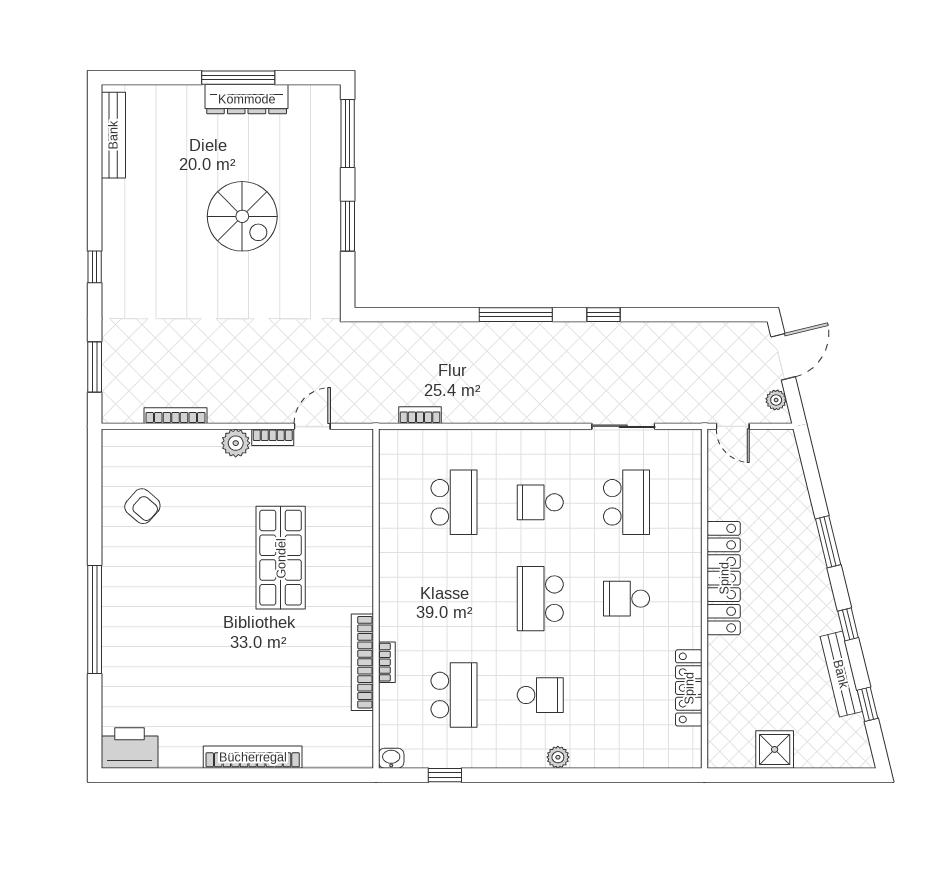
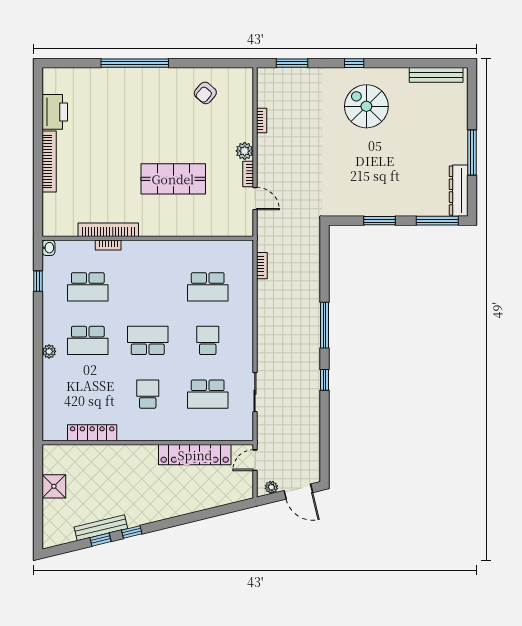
dresser: (247, 99) -> (459, 191), moved
spiral stairs: (242, 216) -> (366, 106), moved, turned 90
bookcase: (175, 416) -> (262, 120), width x0.64
window: (828, 542) -> (183, 520), removed
locker: (724, 578) -> (195, 455), moved
school desk: (540, 695) -> (88, 340), width x1.85
window: (867, 704) -> (101, 540), moved
printer: (130, 748) -> (55, 112), moved

